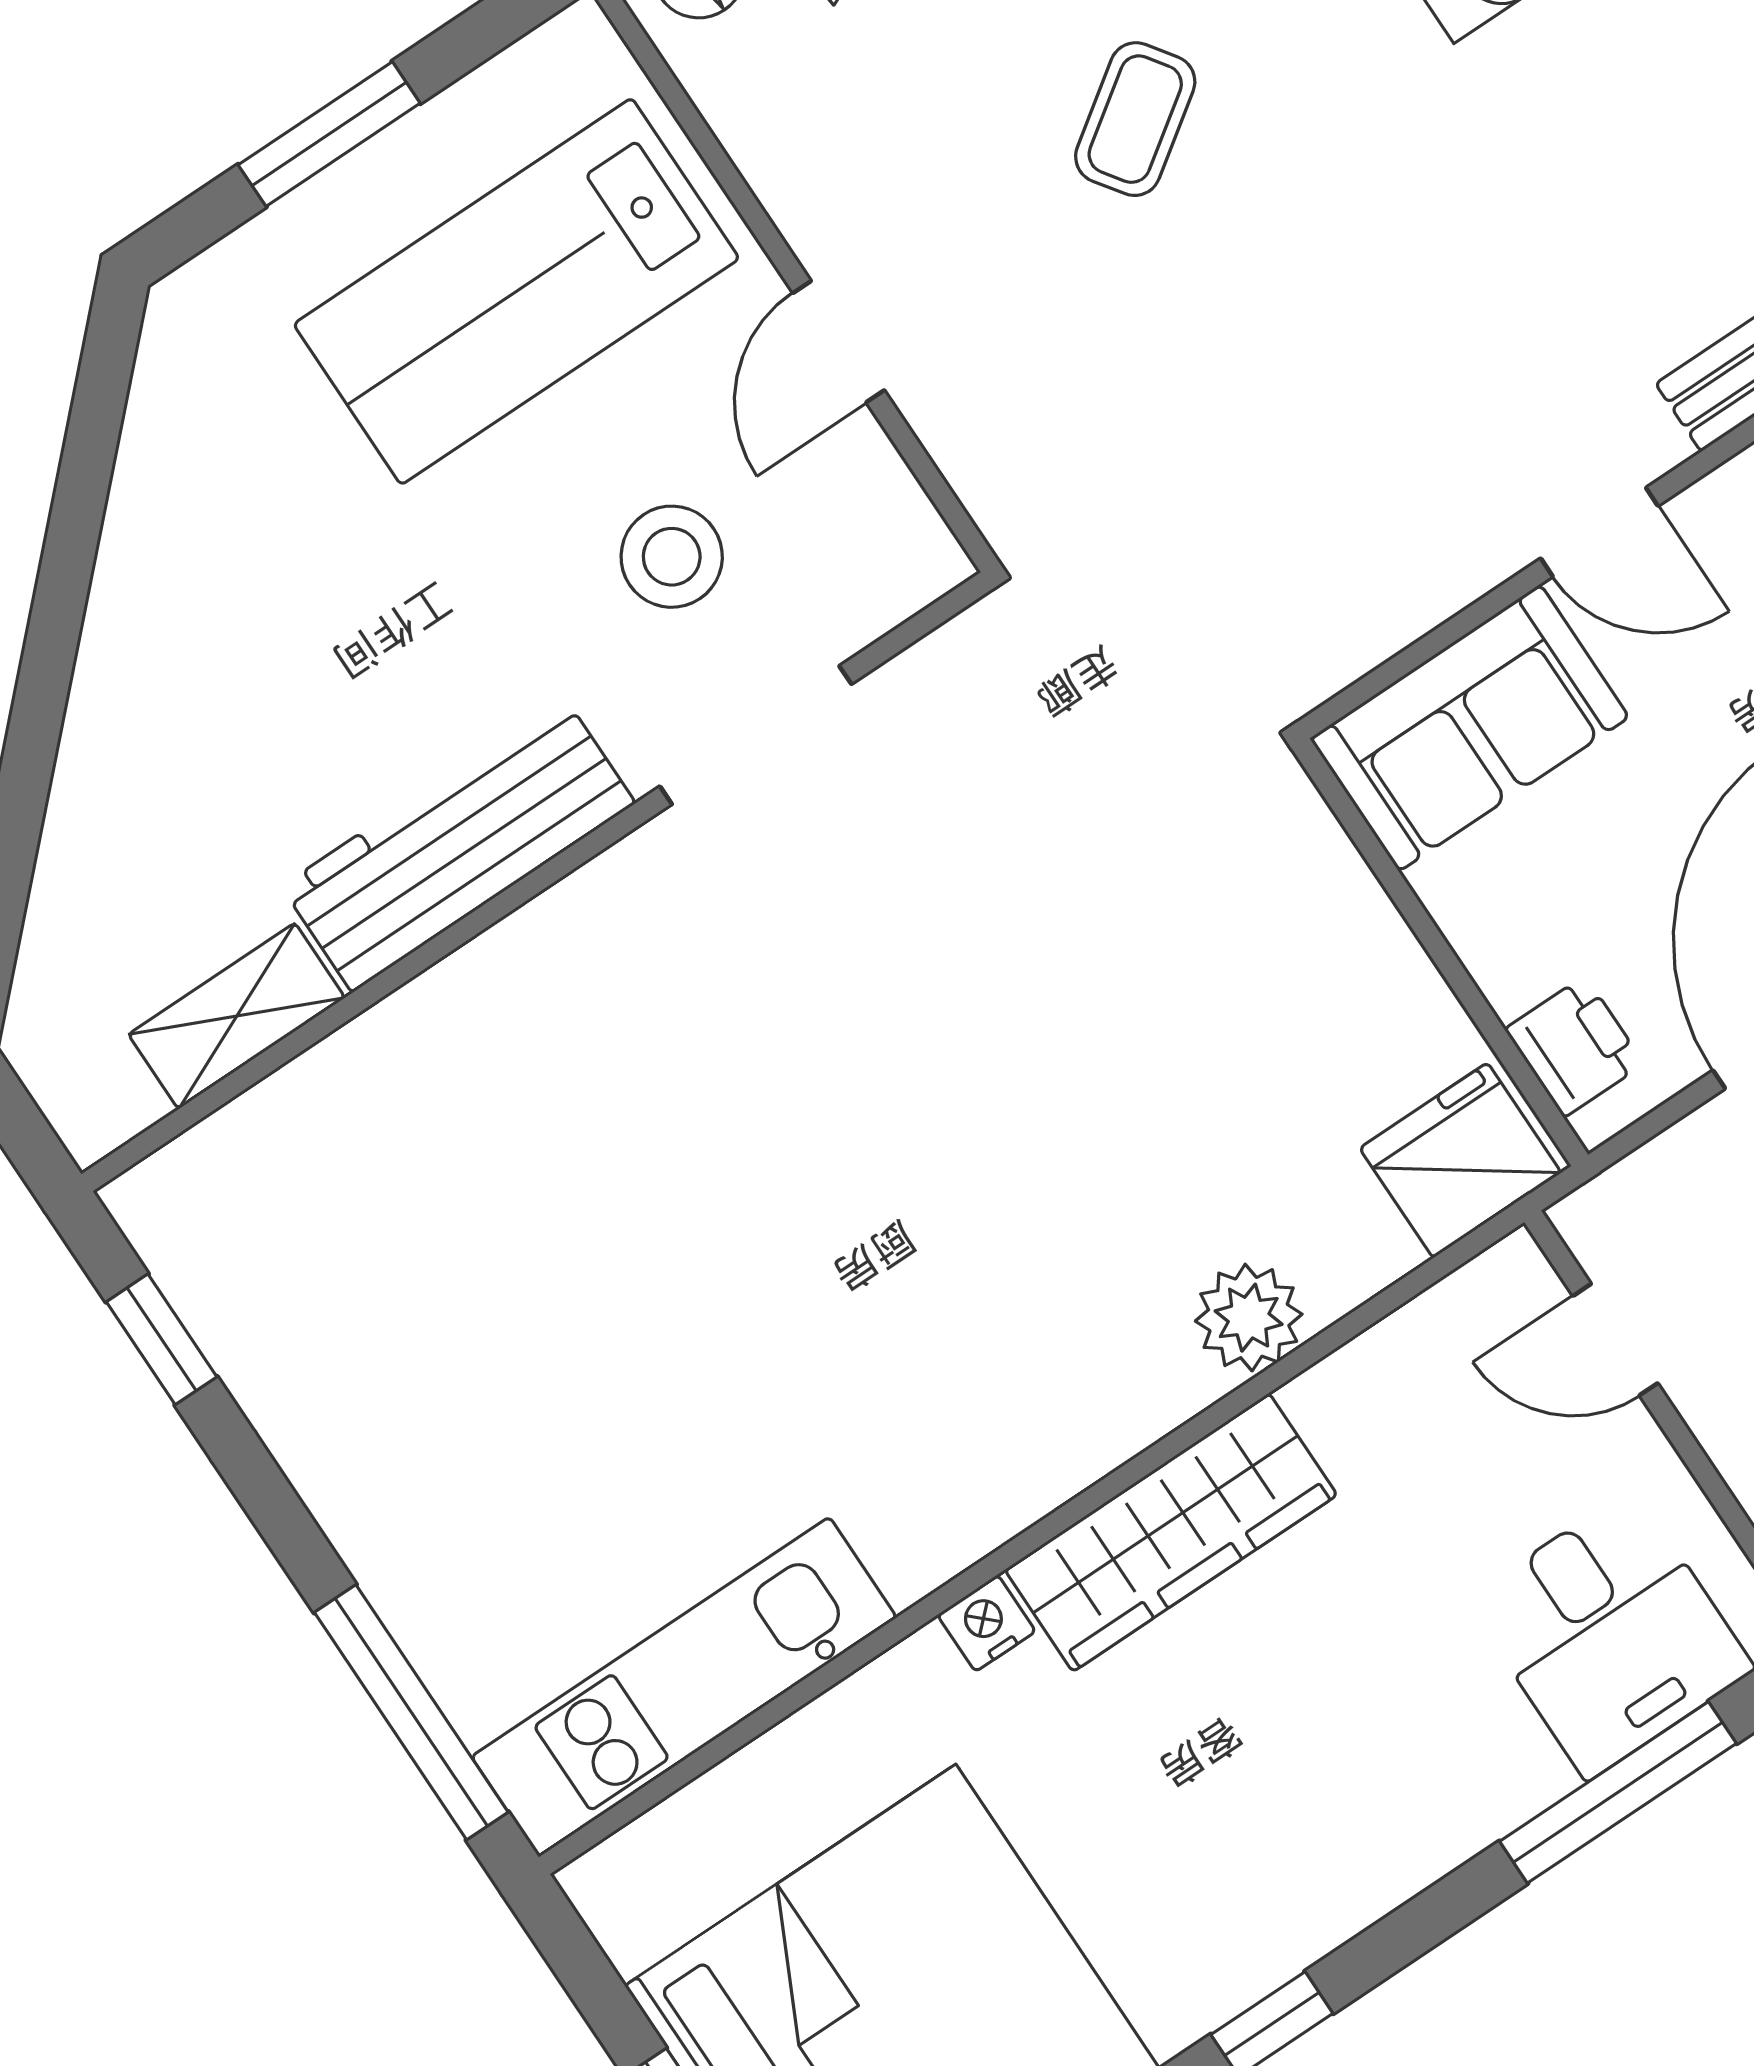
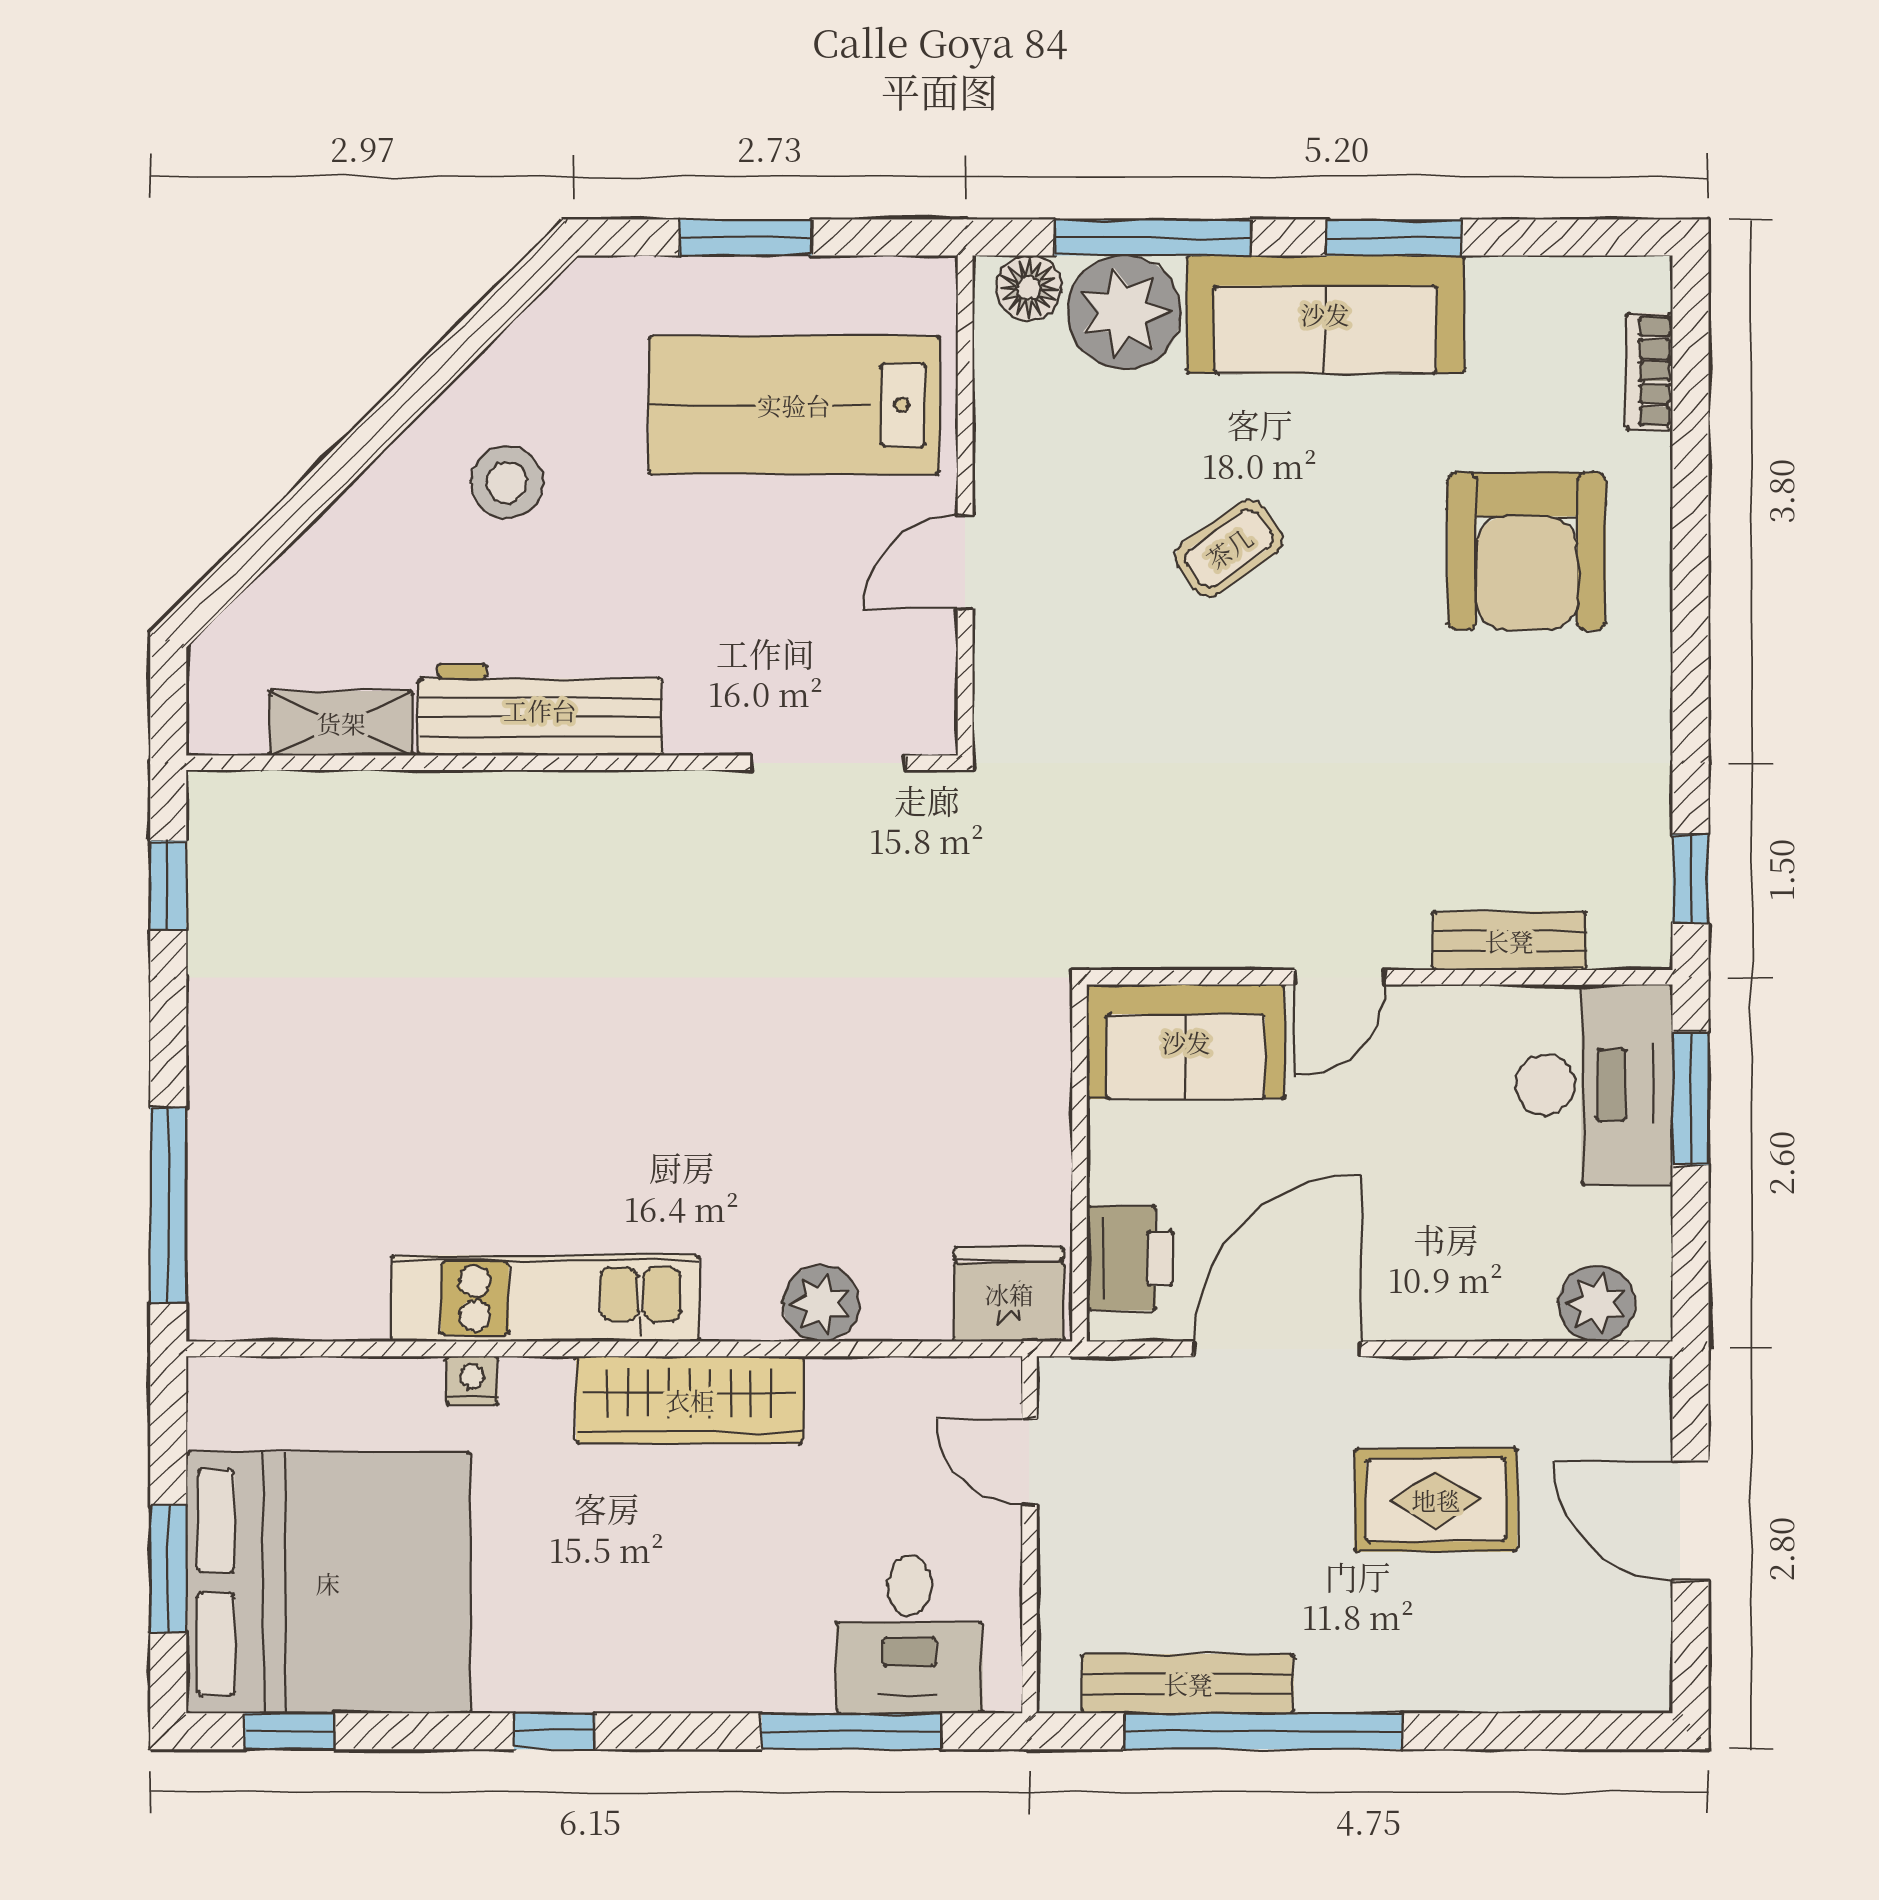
door: (1599, 532) -> (1340, 977), hinge flipped
stool: (672, 557) -> (507, 482), moved
doorway: (756, 735) -> (828, 763), moved
printer: (1574, 1047) -> (1130, 1258), width x1.36, depth x1.24
nightstand: (987, 1623) -> (472, 1381), moved
kitchen unit: (684, 1687) -> (545, 1298), moved

